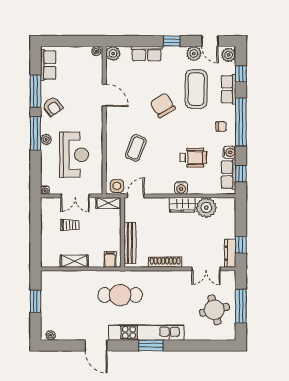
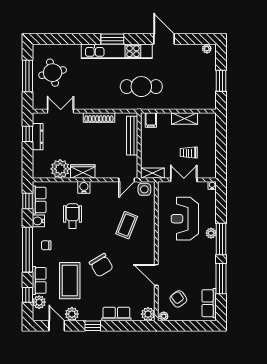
plant: (229, 55) -> (39, 302), moved
armchair: (53, 106) -> (178, 299), moved
wheelchair: (193, 158) -> (73, 216), turned 90
dresser: (230, 253) -> (38, 137), moved

